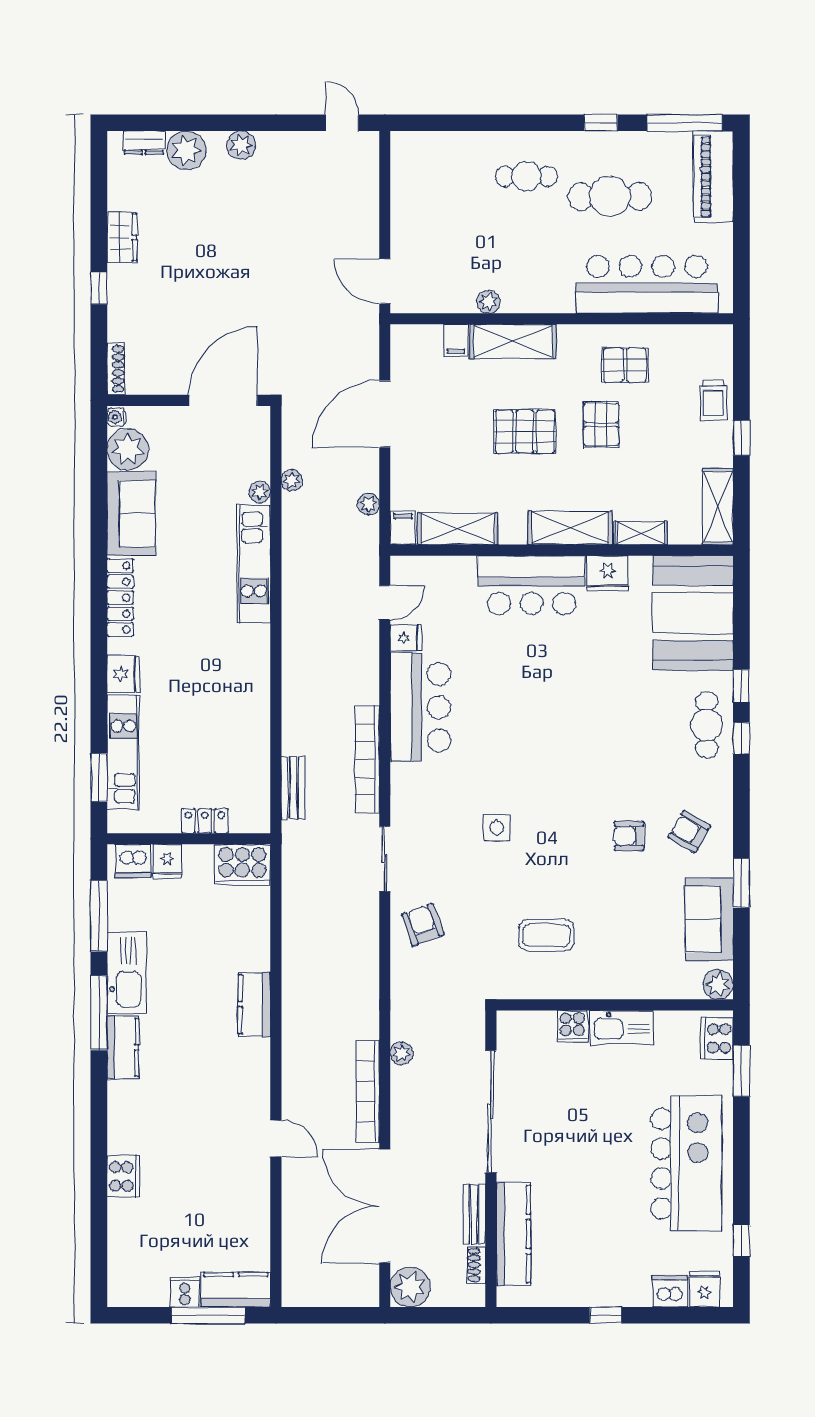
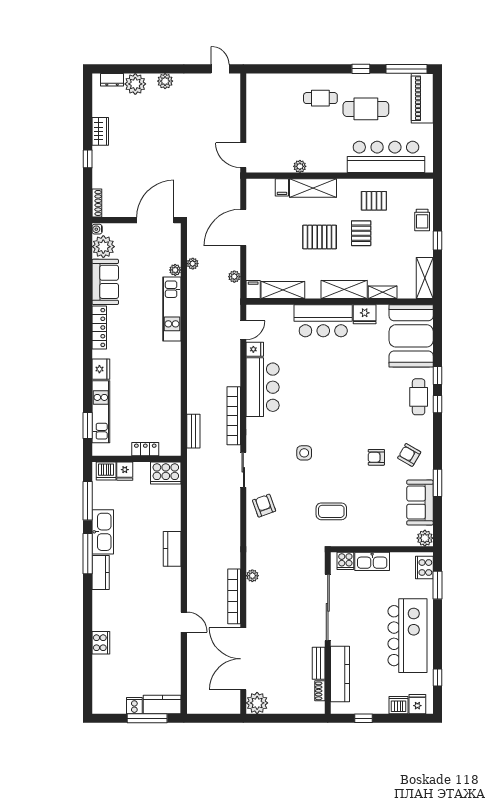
sliding door: (491, 1112) -> (328, 607), moved
wall: (491, 1159) -> (328, 633), moved
bench: (474, 1214) -> (319, 663), moved
kitchen counter: (513, 1234) -> (340, 674), moved
shoe rack: (476, 1265) -> (320, 691), moved

